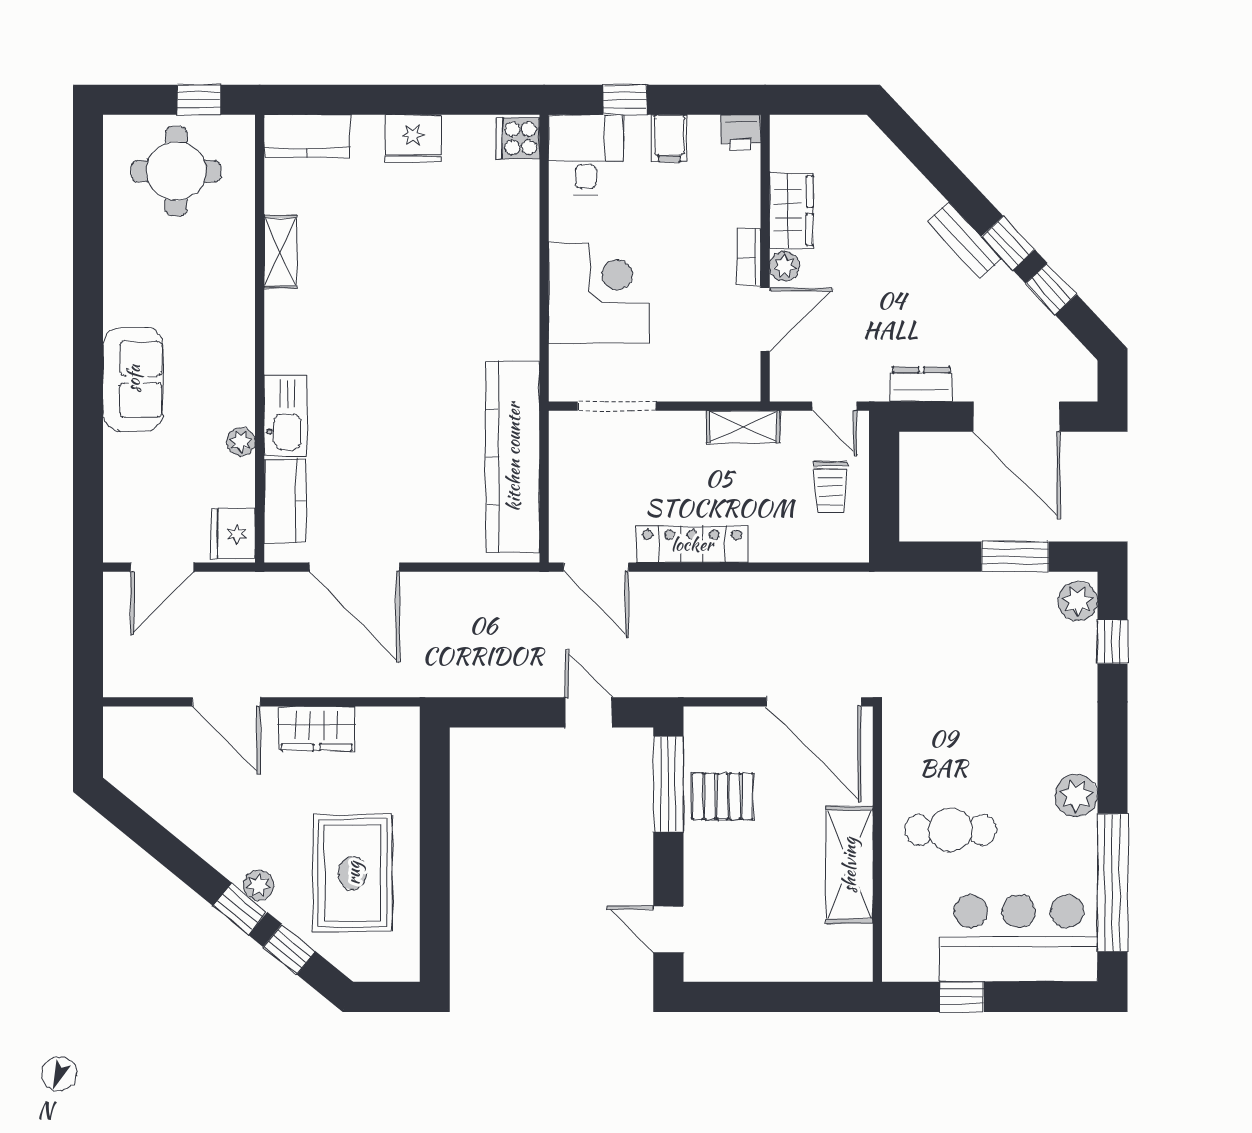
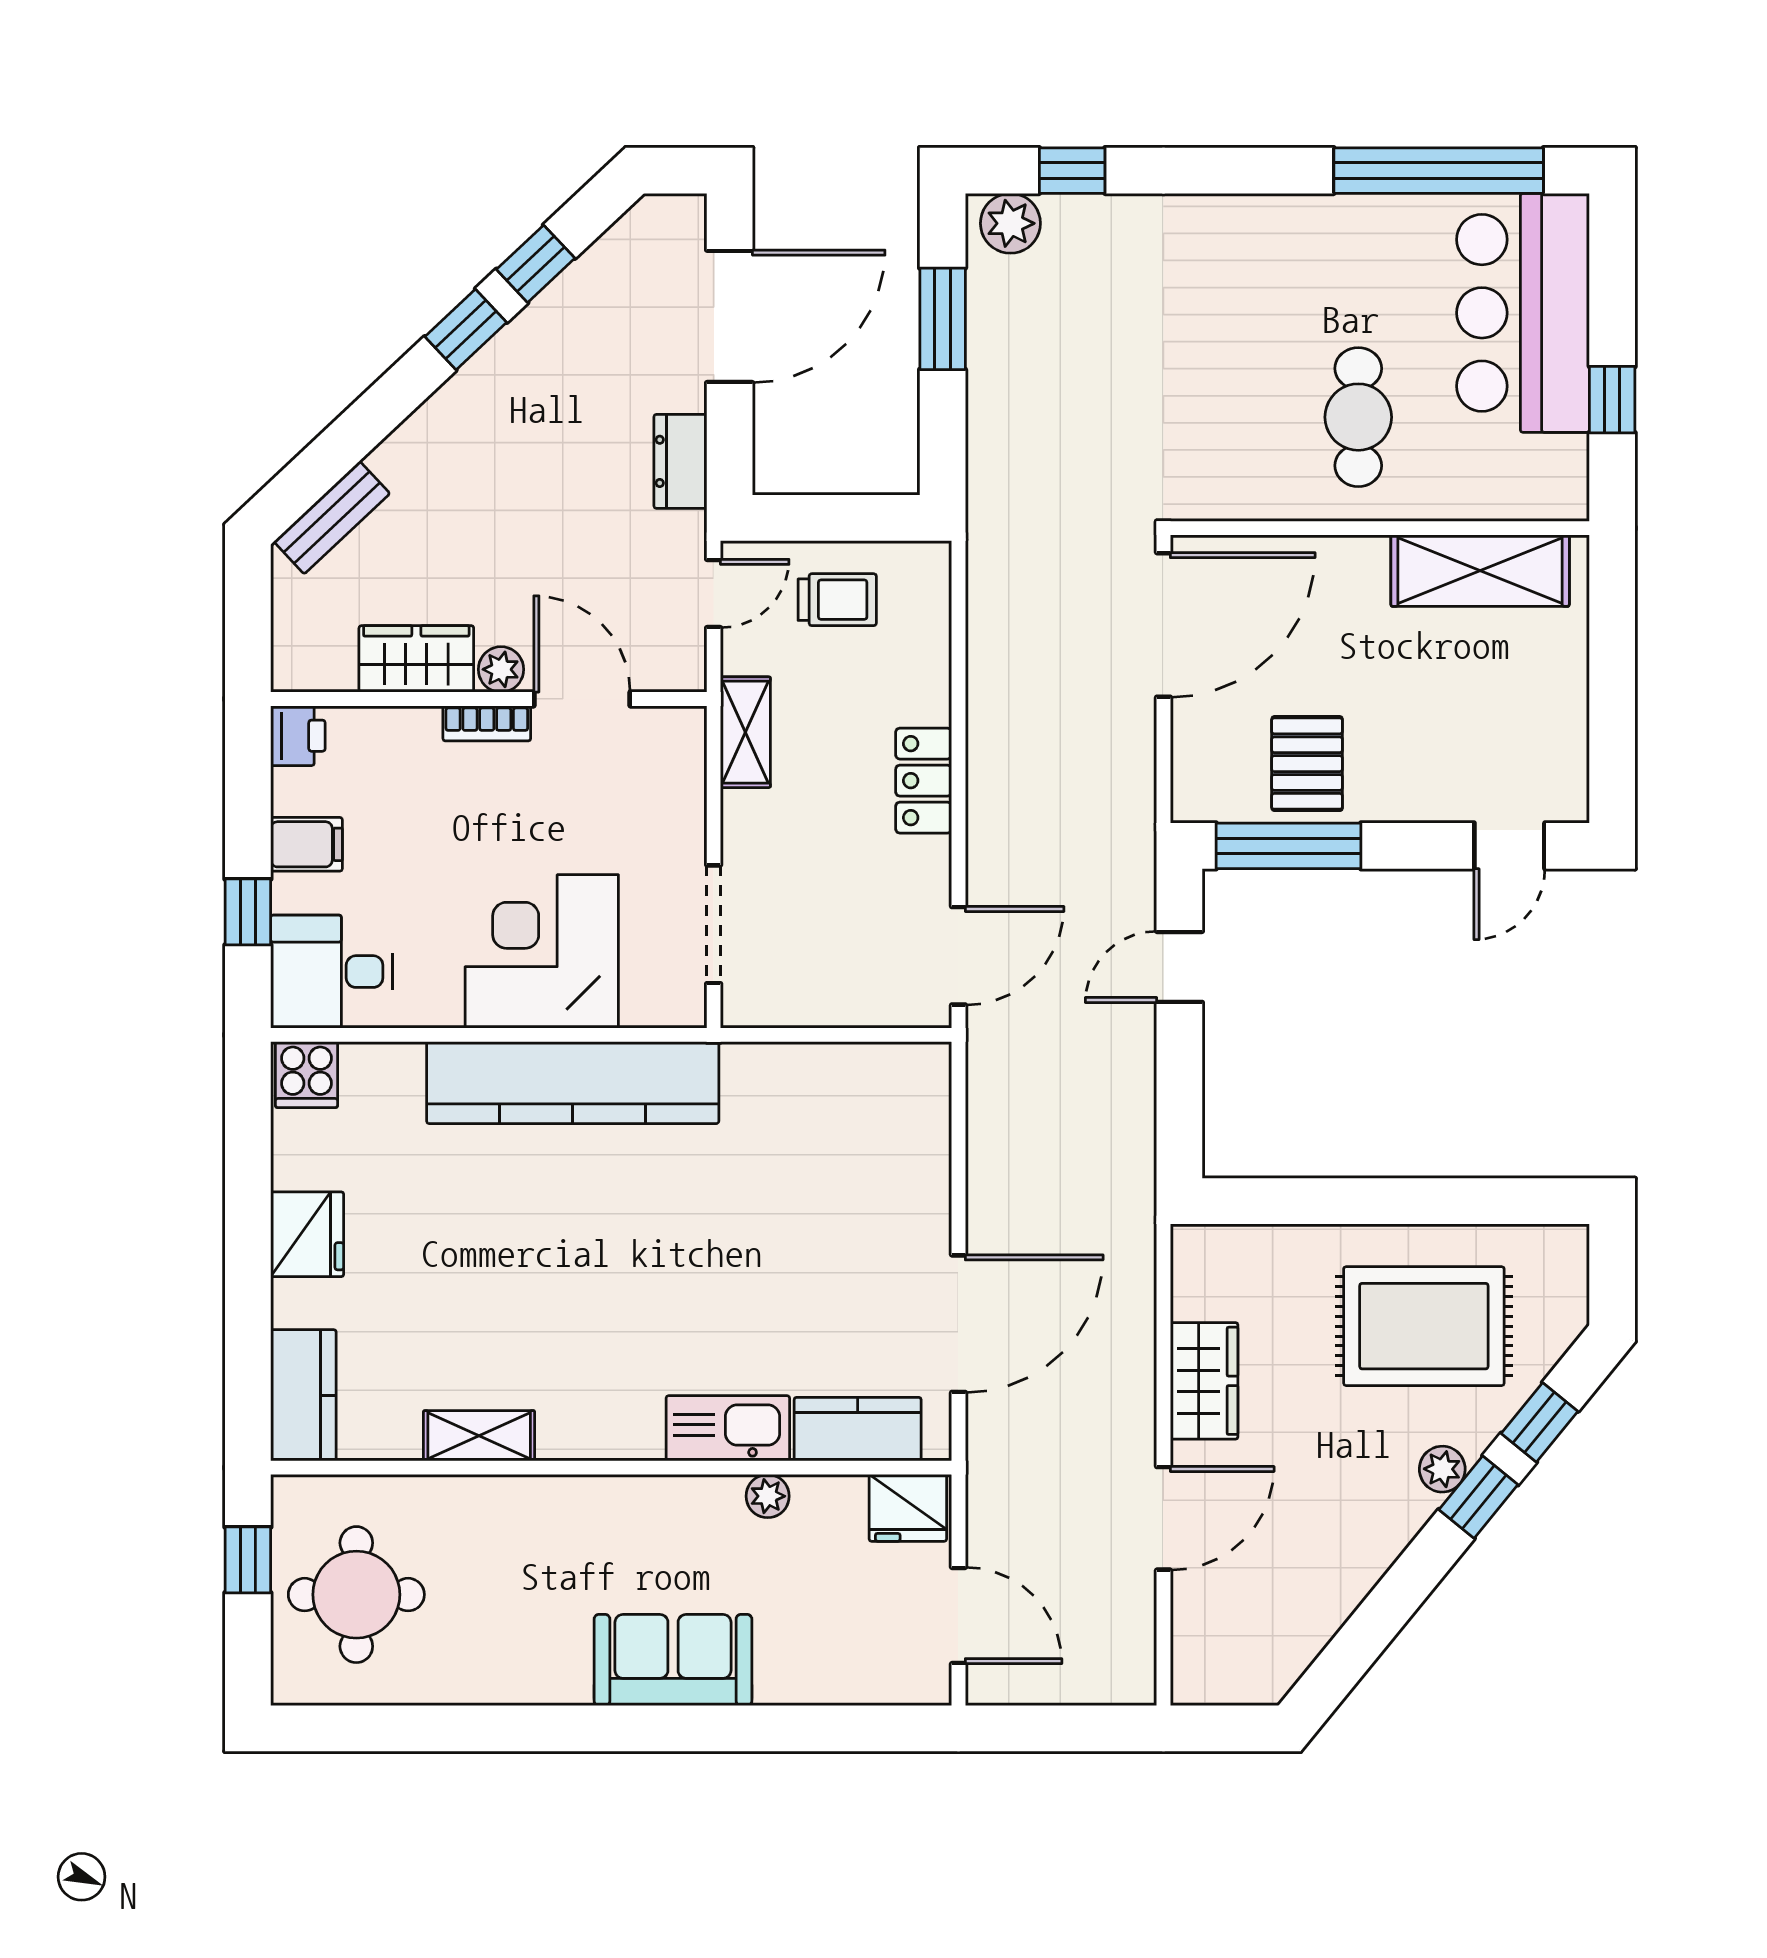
bench: (964, 240) -> (332, 517), moved
kitchen counter: (513, 457) -> (573, 1083), moved
locker: (692, 544) -> (924, 781), width x0.66
plant: (1076, 796) -> (1306, 226), removed
shelving: (849, 865) -> (1480, 571), moved

